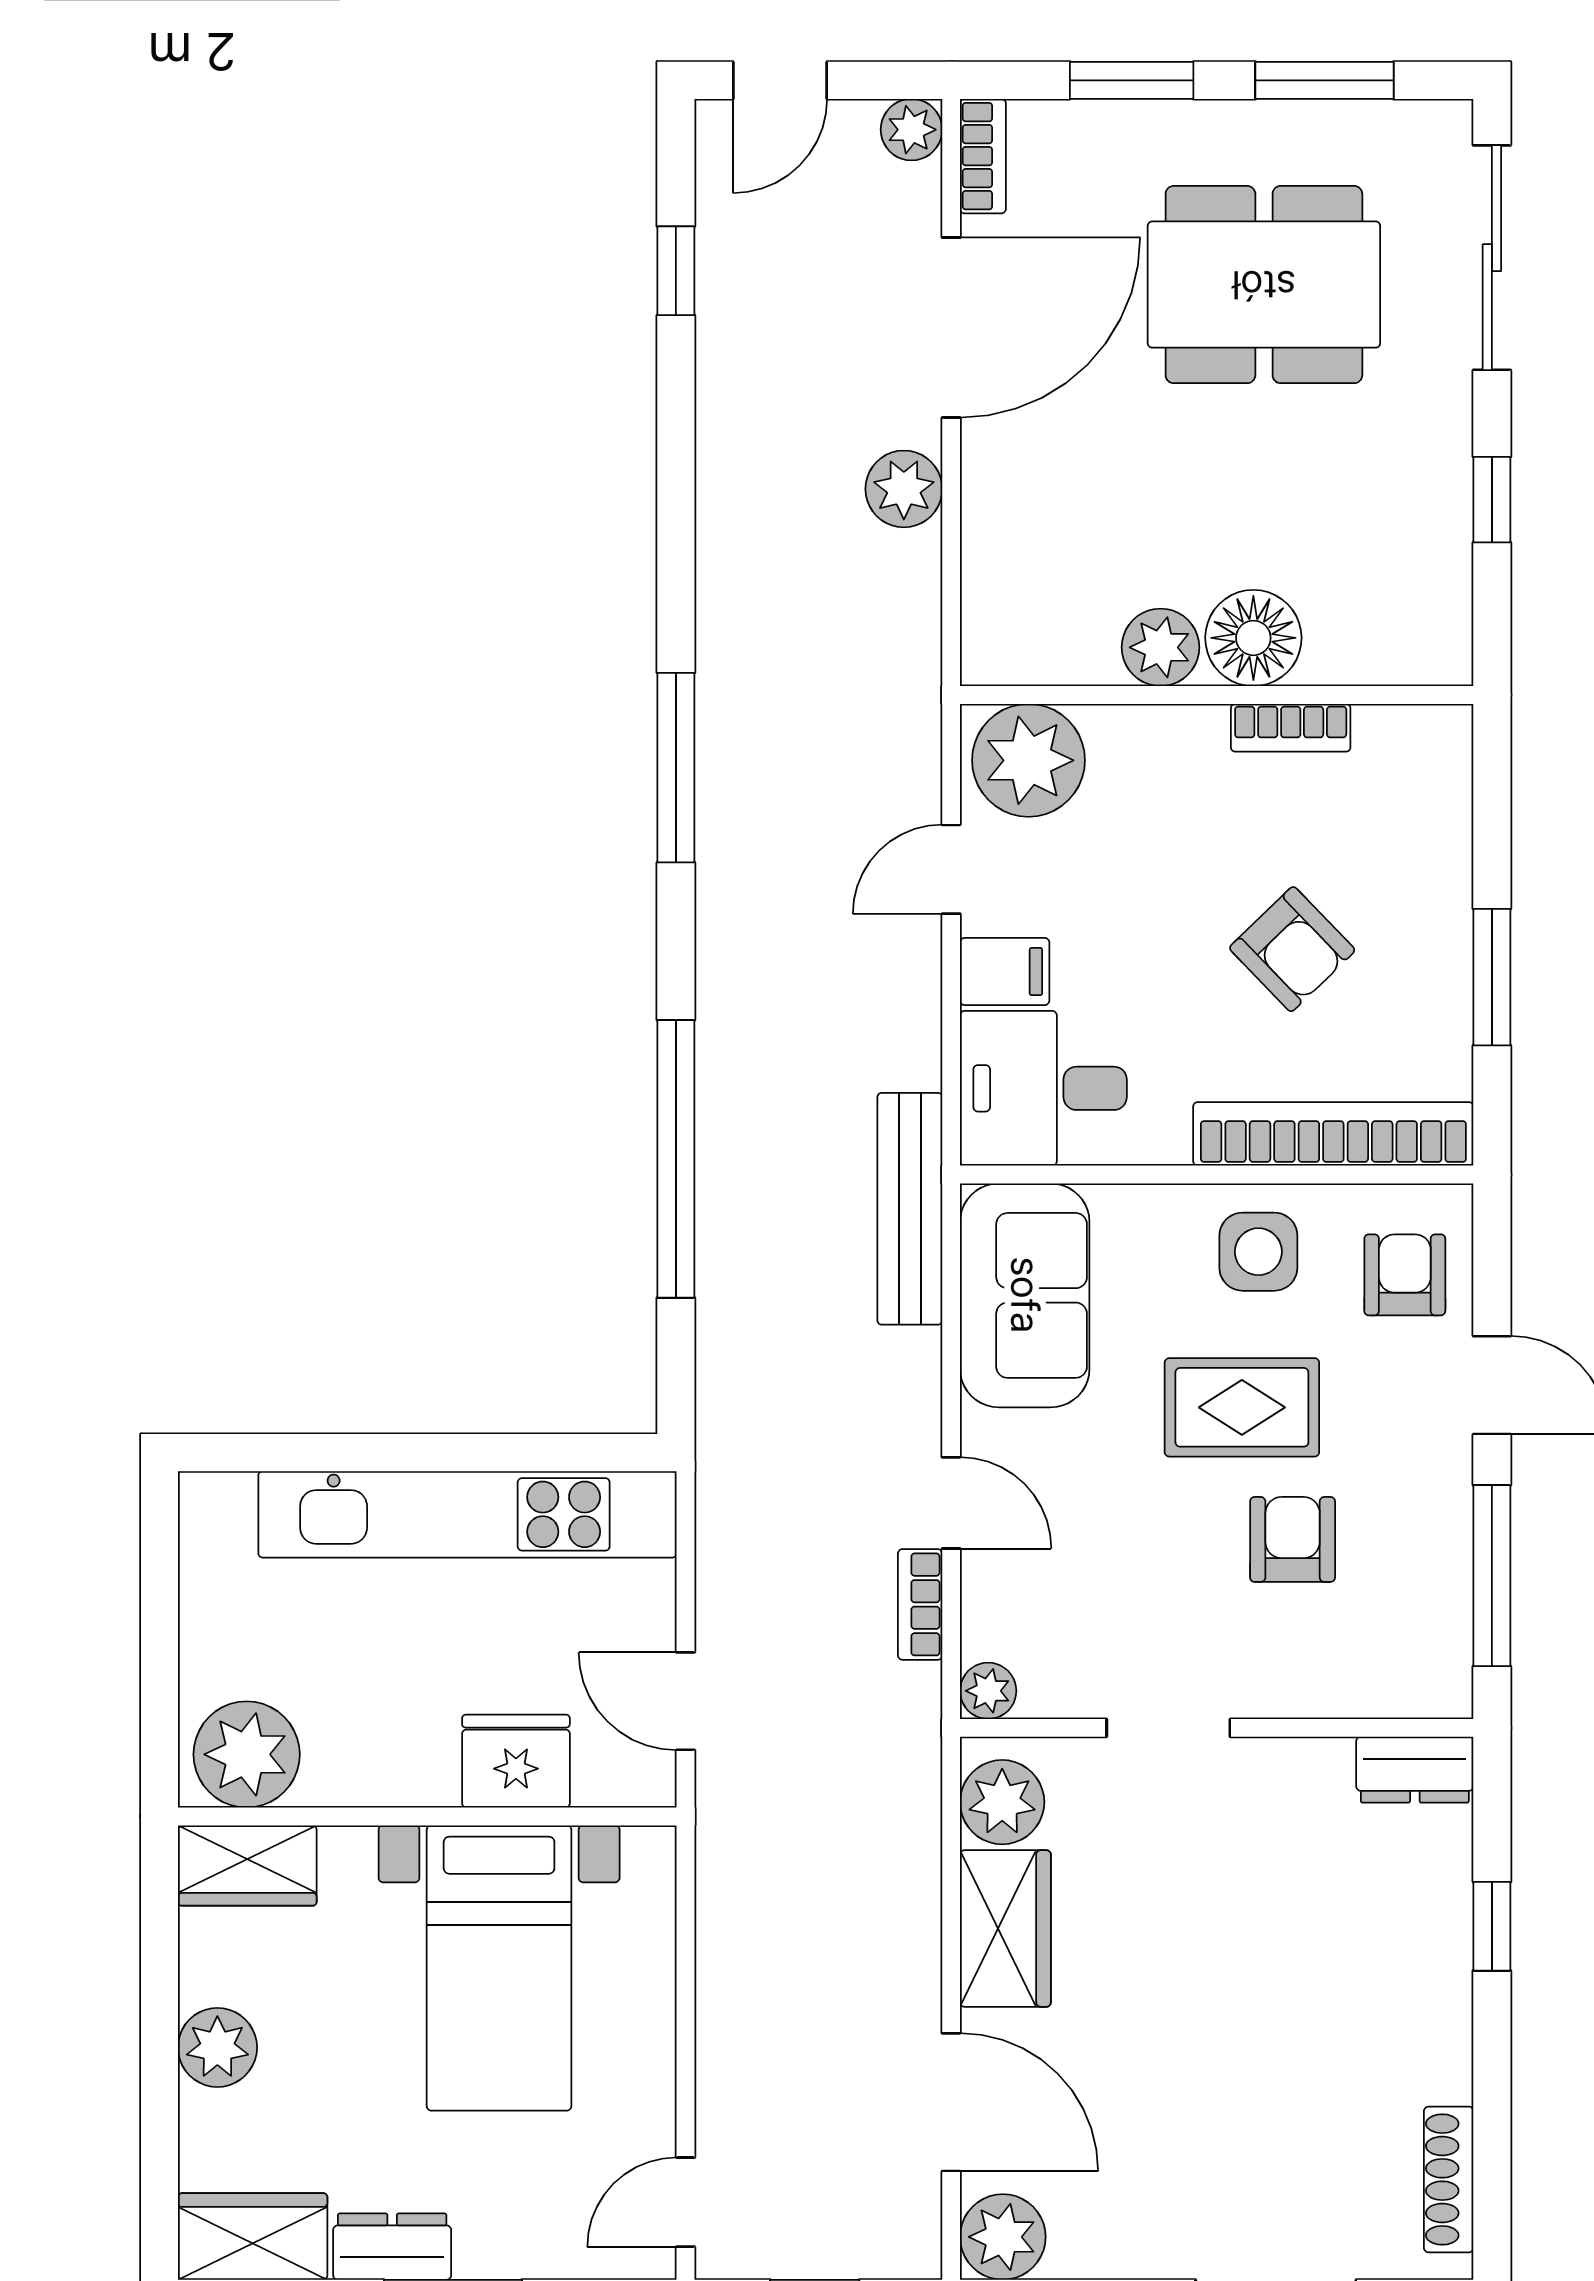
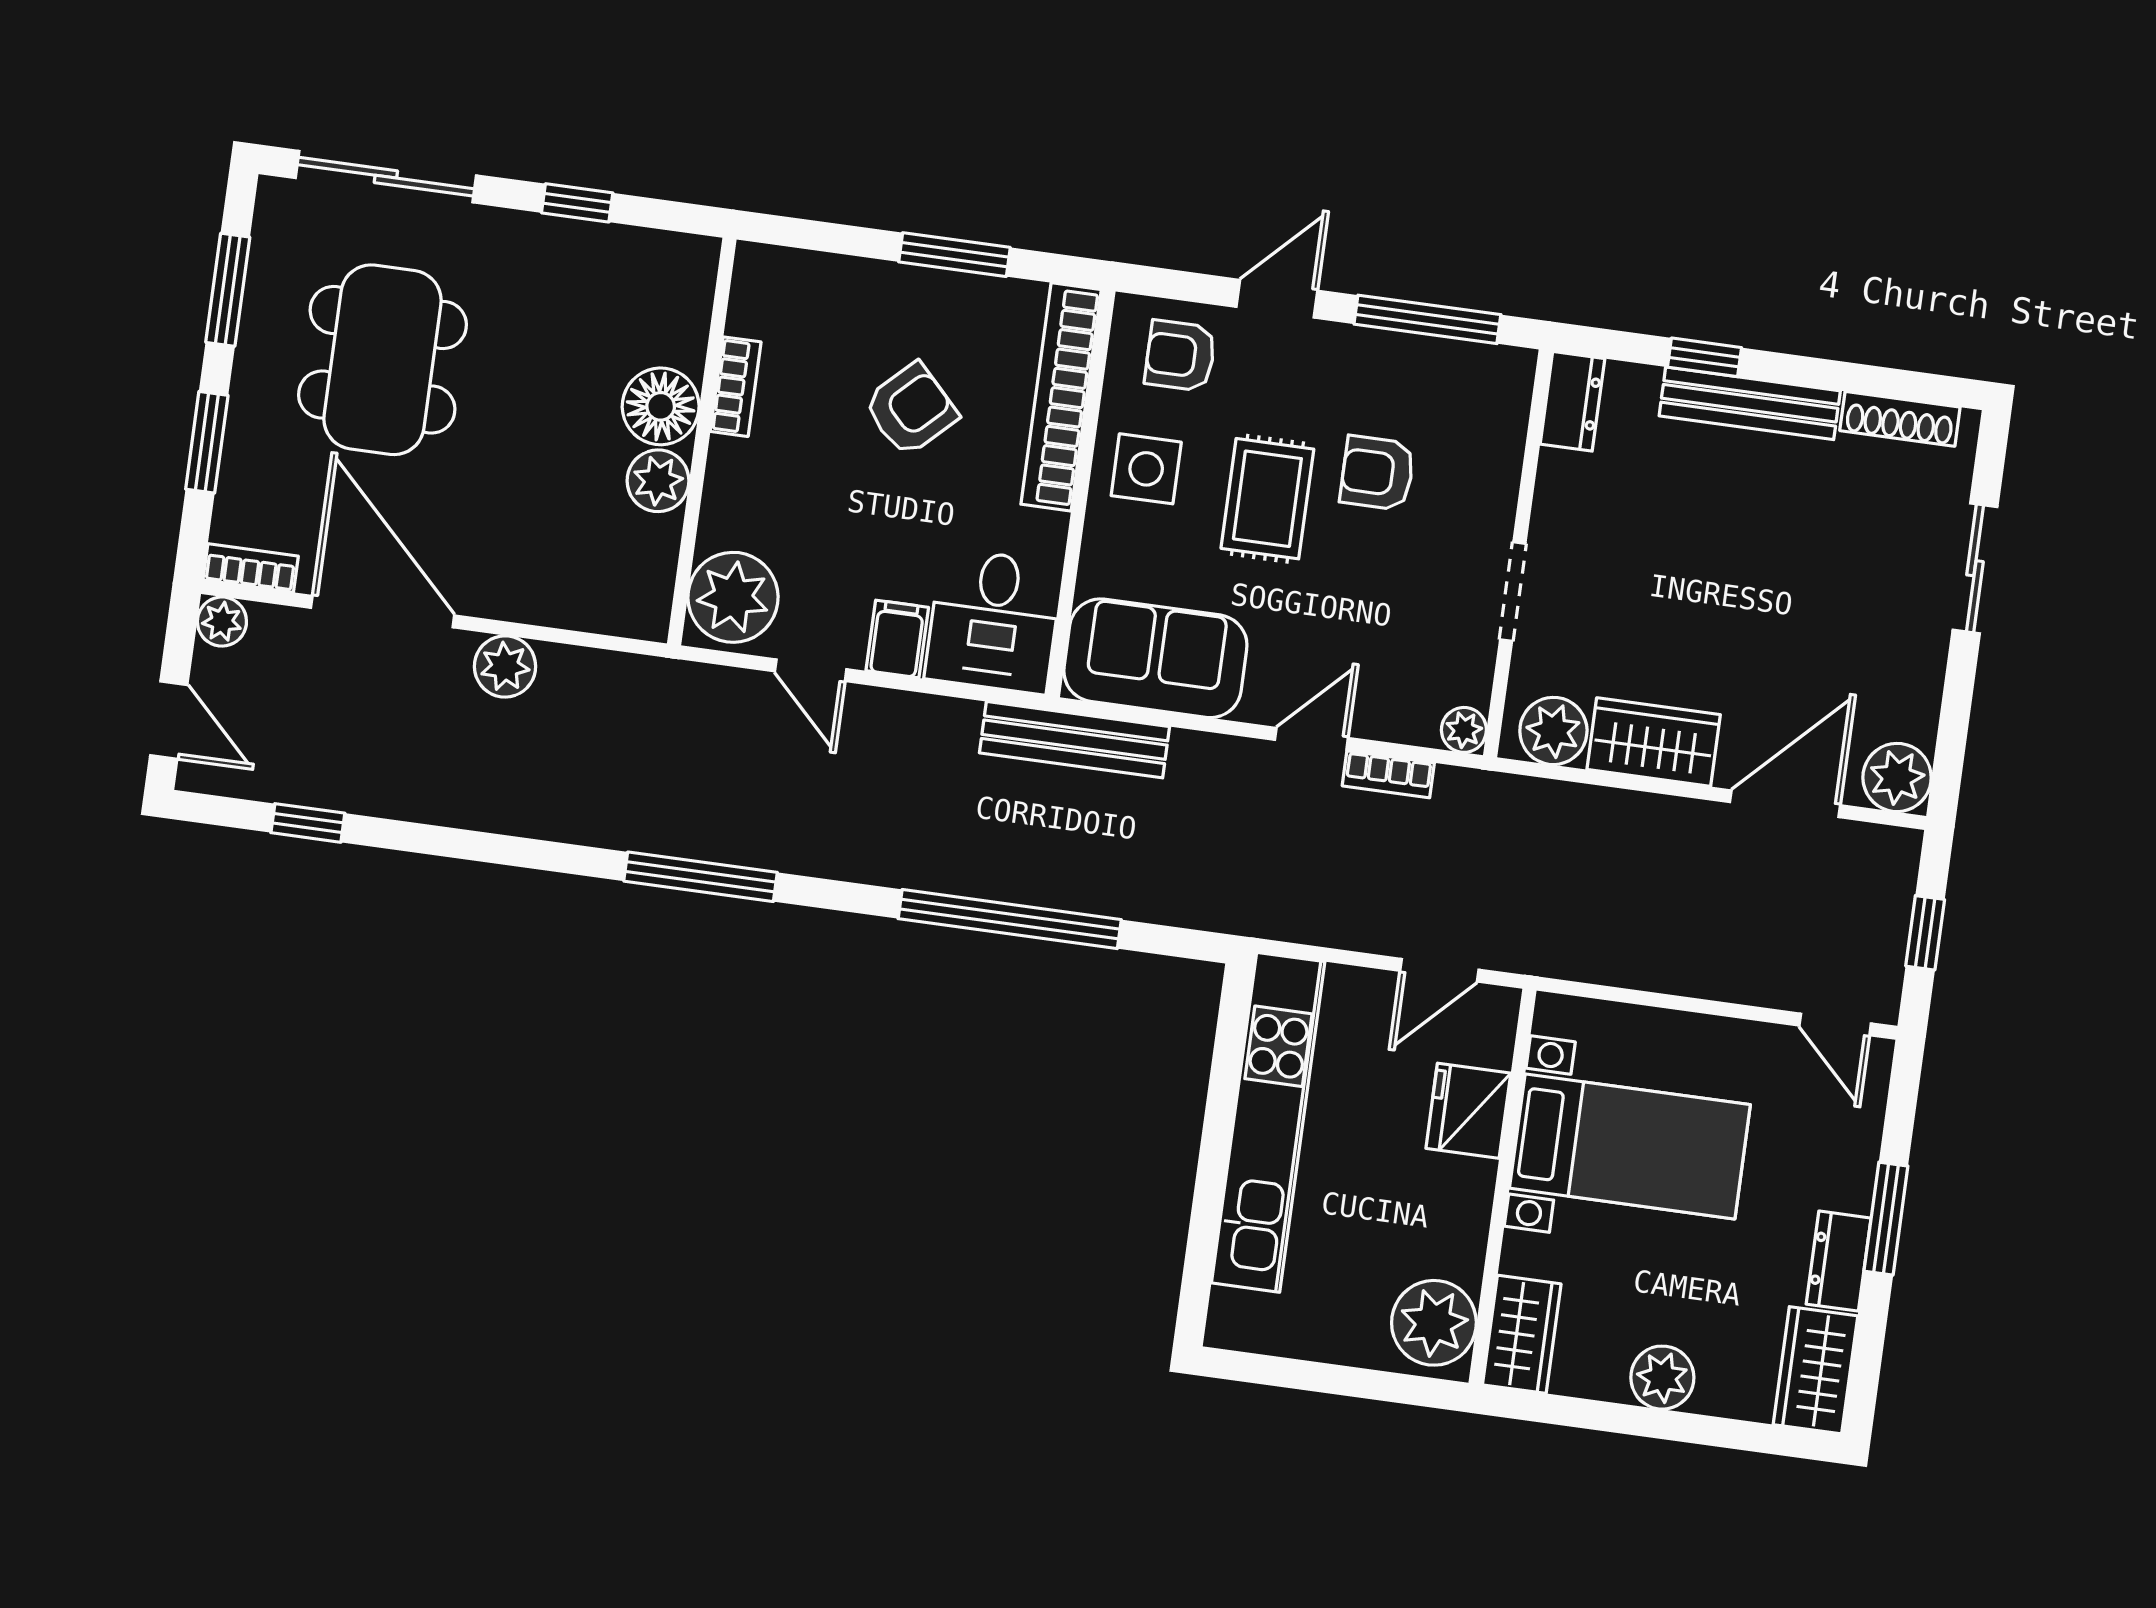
bench: (1443, 1990) -> (1750, 403), added

